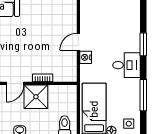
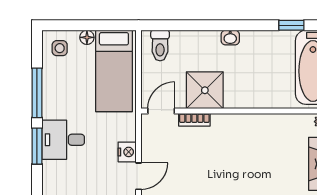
window: (143, 44) -> (37, 146), moved
door: (15, 83) -> (161, 111), moved

